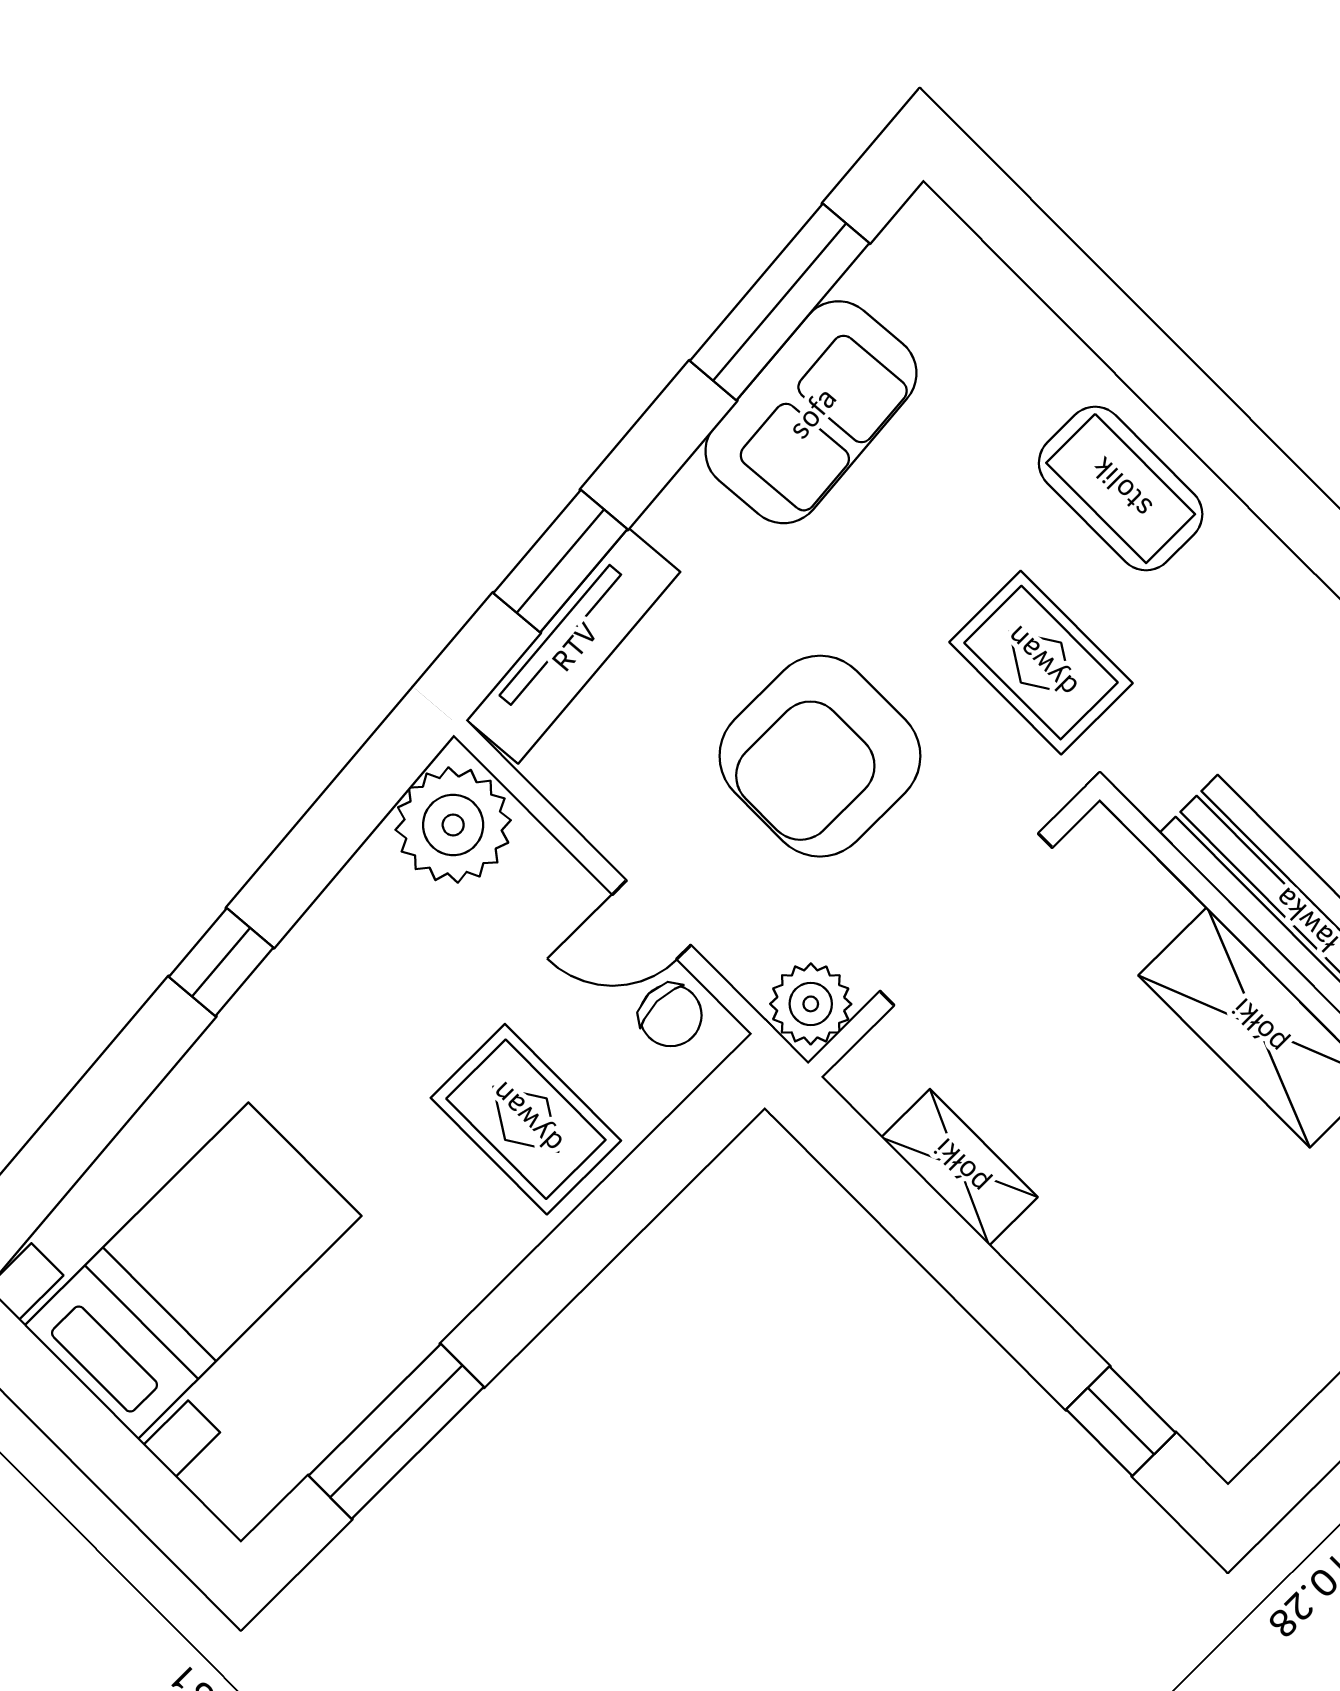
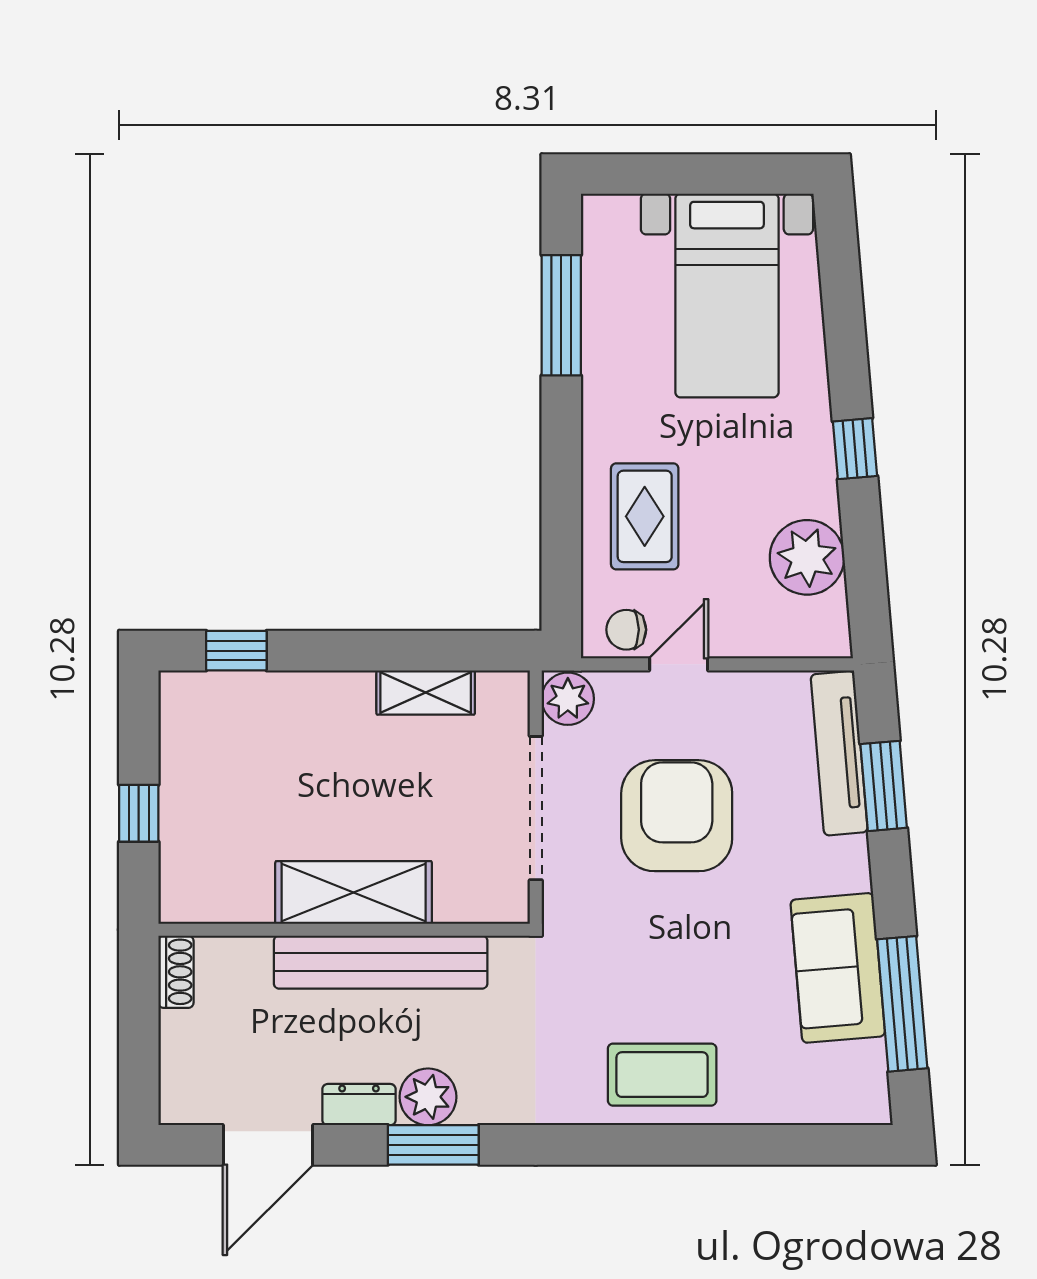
rug: (1041, 663) -> (619, 959), removed
plant: (453, 825) -> (807, 557), moved
rug: (526, 1119) -> (645, 516), turned 90

